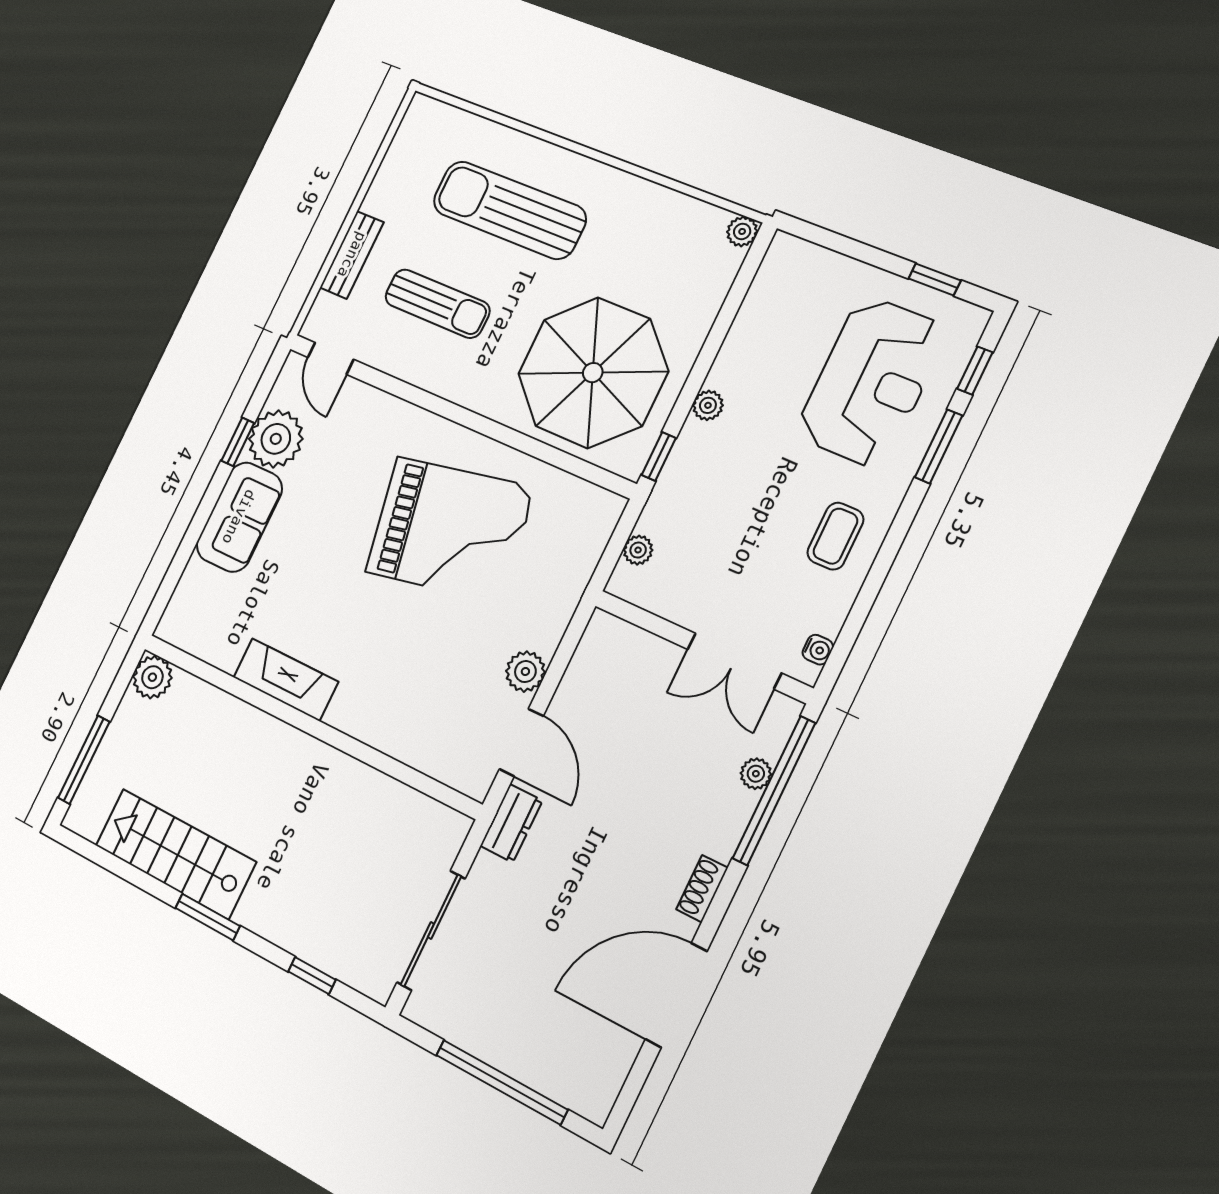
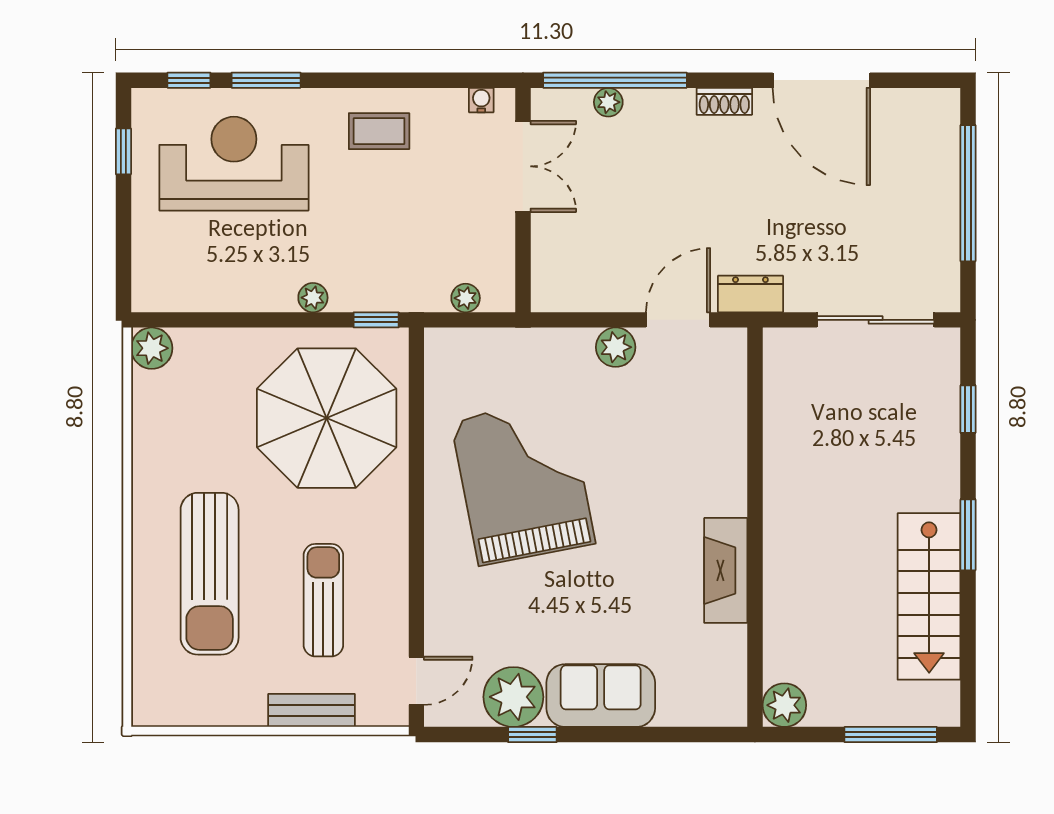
plant: (742, 231) -> (152, 348), width x1.38, depth x1.38

